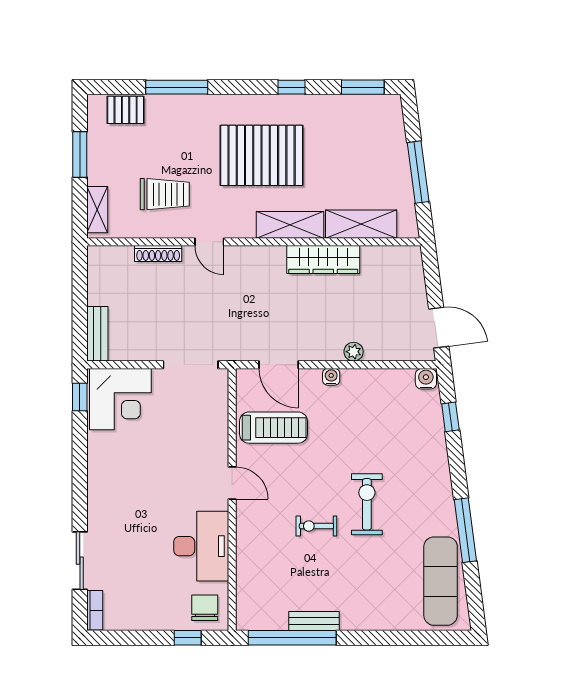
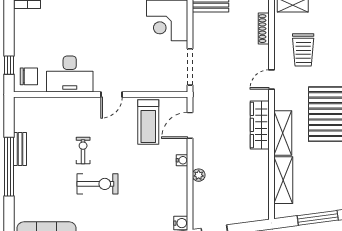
shoe rack: (158, 253) -> (264, 29), moved
wardrobe: (323, 260) -> (260, 125), moved
window: (292, 638) -> (9, 167), moved

